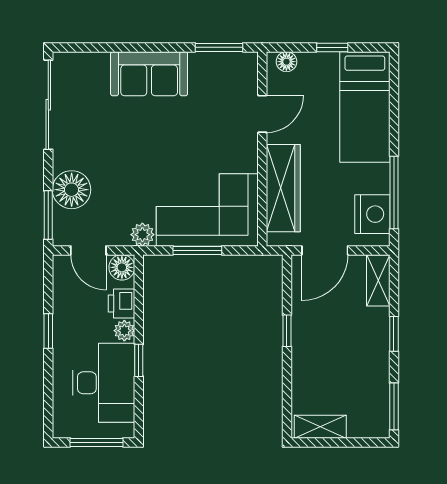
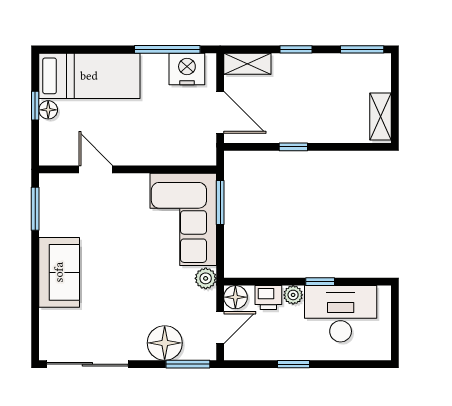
floor lamp: (286, 62) -> (48, 110), moved
wardrobe: (283, 188) -> (163, 150), removed
window: (197, 250) -> (220, 203), moved
window: (96, 442) -> (395, 320), removed

